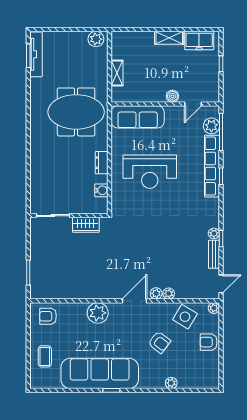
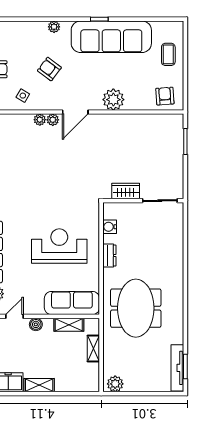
shelving: (141, 96) -> (69, 325), added
meeting table: (76, 112) -> (136, 308), turned 90
armchair: (48, 316) -> (165, 96), turned -94
side table: (185, 317) -> (23, 96), width x0.54, depth x0.54
plant: (171, 383) -> (54, 27), moved

